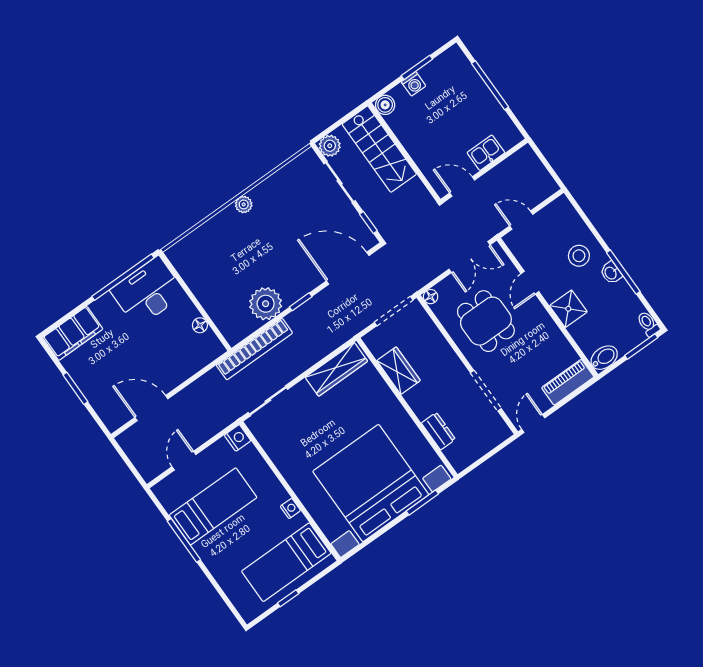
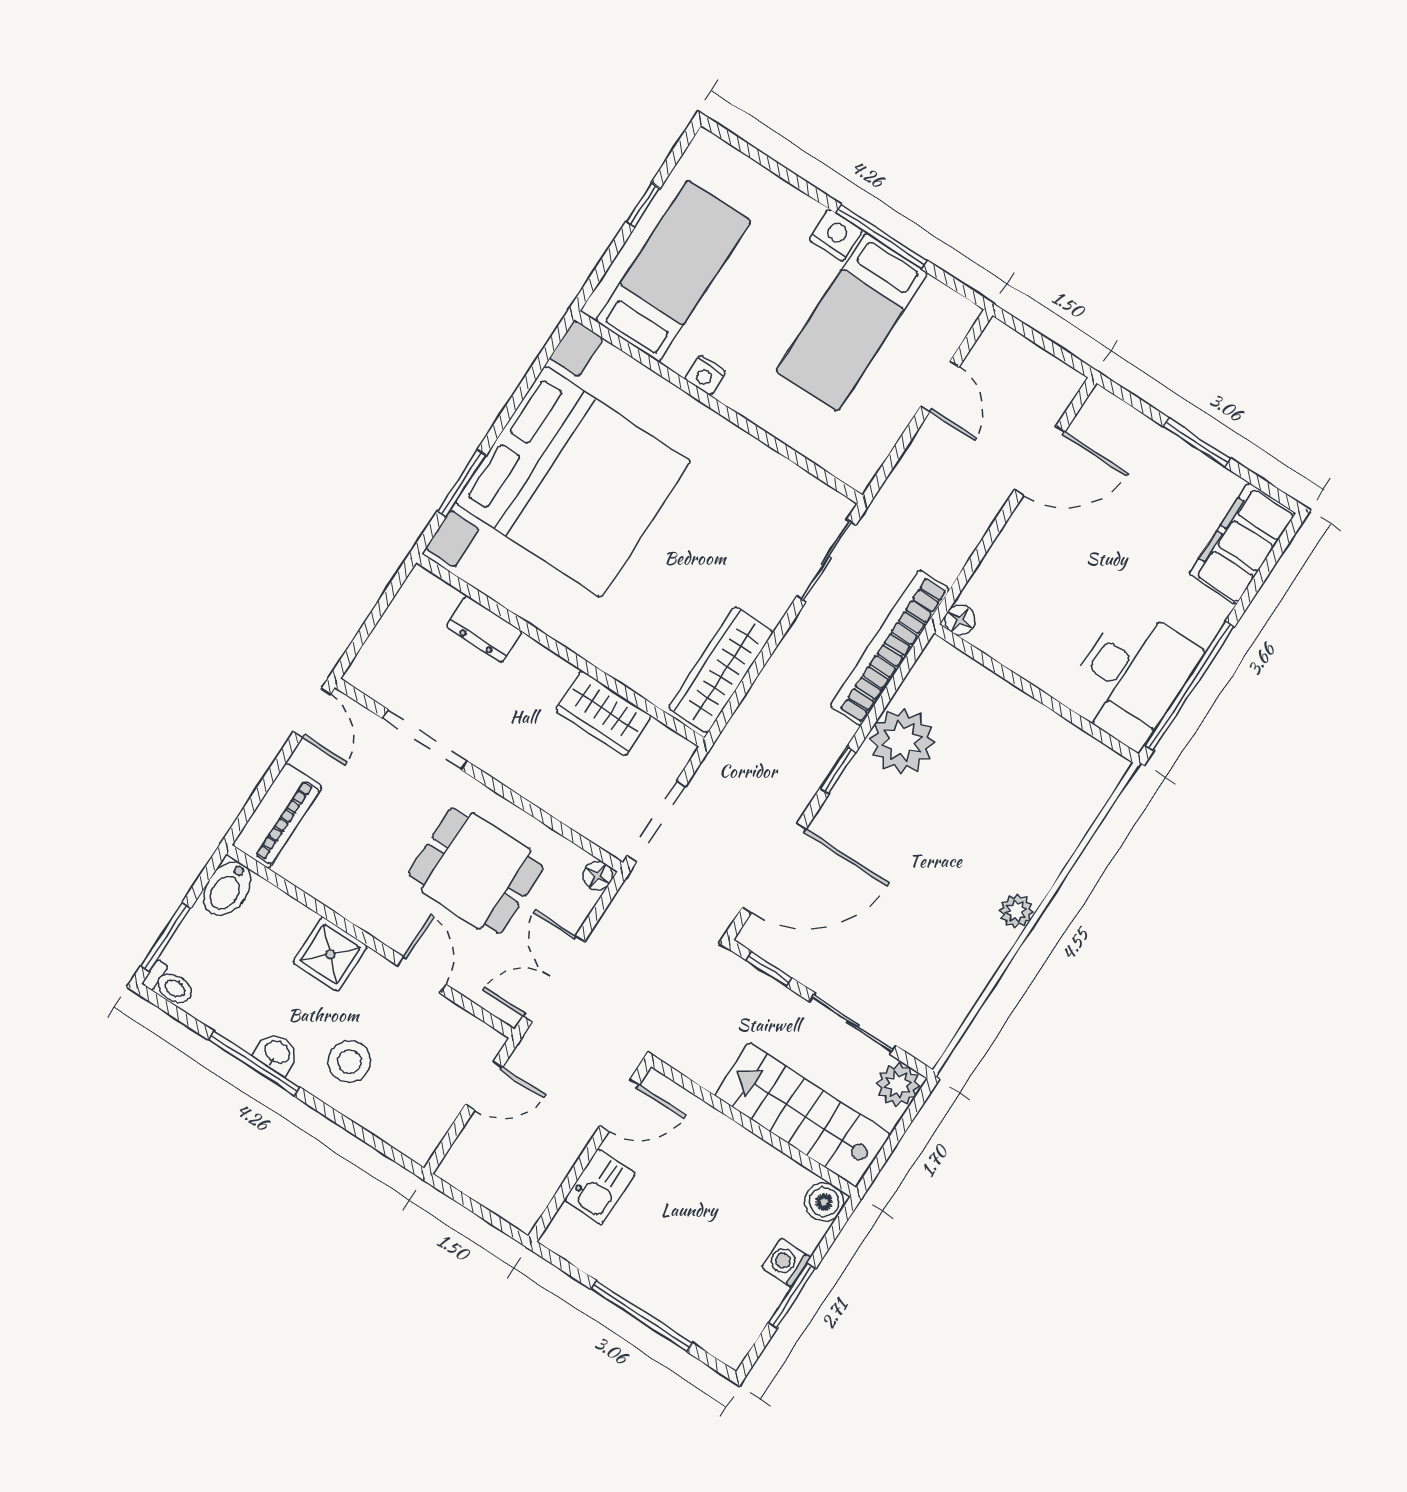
floor lamp: (200, 325) -> (960, 620), moved
nightstand: (238, 438) -> (836, 235), moved, turned 180

